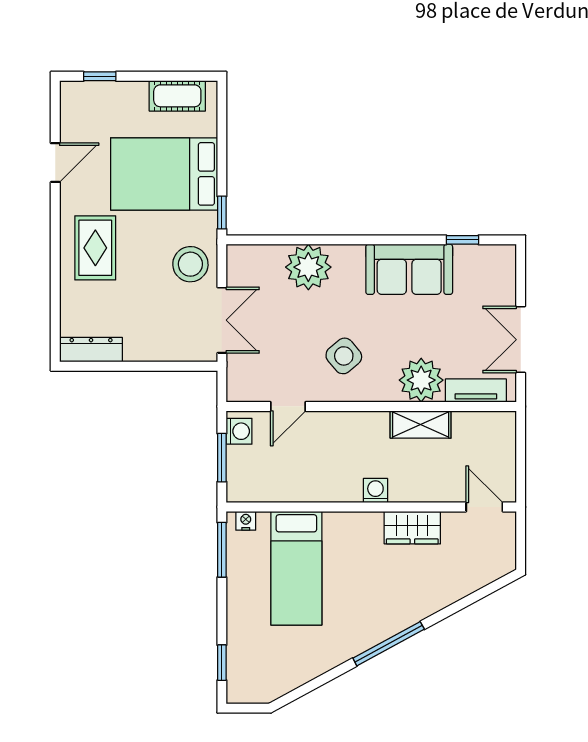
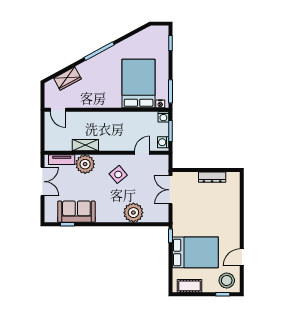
rug: (95, 248) -> (225, 221), removed
stool: (190, 264) -> (227, 281), moved
sofa: (409, 269) -> (76, 212), moved
dresser: (91, 350) -> (212, 177), moved
washing machine: (375, 491) -> (163, 117), moved
wardrobe: (412, 528) -> (67, 78), moved, turned 152
bed: (296, 568) -> (139, 84), width x1.50

